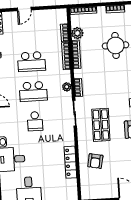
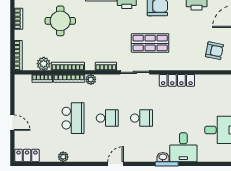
plant: (67, 87) -> (91, 79), moved
school desk: (33, 91) -> (107, 118), width x0.54
armchair: (95, 161) -> (214, 51), moved
locker: (70, 162) -> (177, 80), moved

